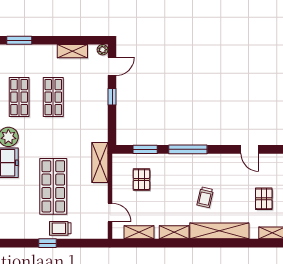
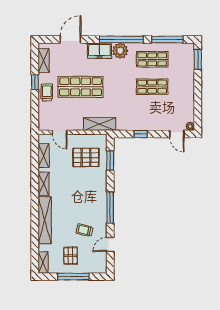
shelving: (72, 51) -> (44, 61), moved
window: (112, 97) -> (141, 134), moved
window: (188, 149) -> (110, 207), moved
pallet: (141, 180) -> (86, 157), width x1.50, depth x1.42
trolley: (205, 197) -> (85, 230), moved
pallet: (264, 199) -> (71, 256), turned 90
door: (110, 212) -> (60, 132), hinge flipped

